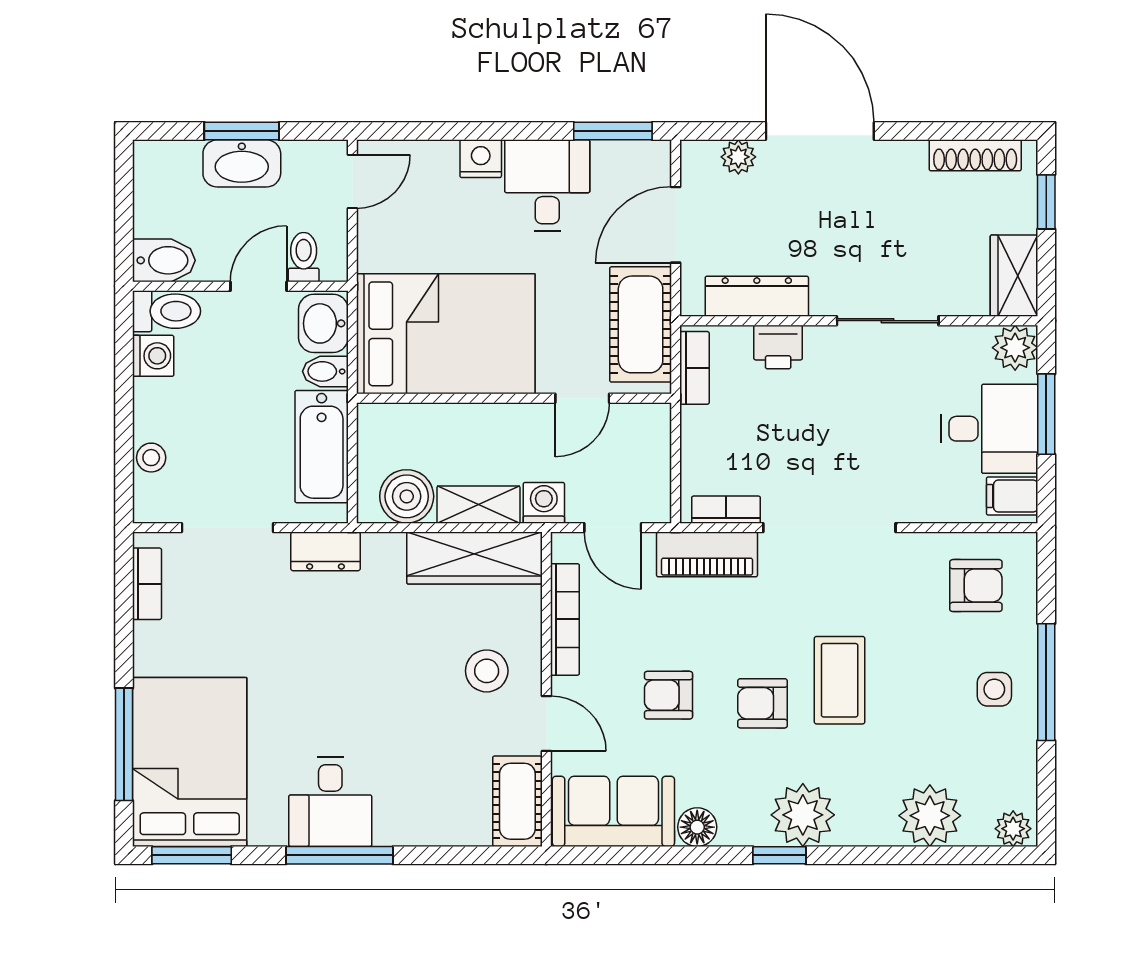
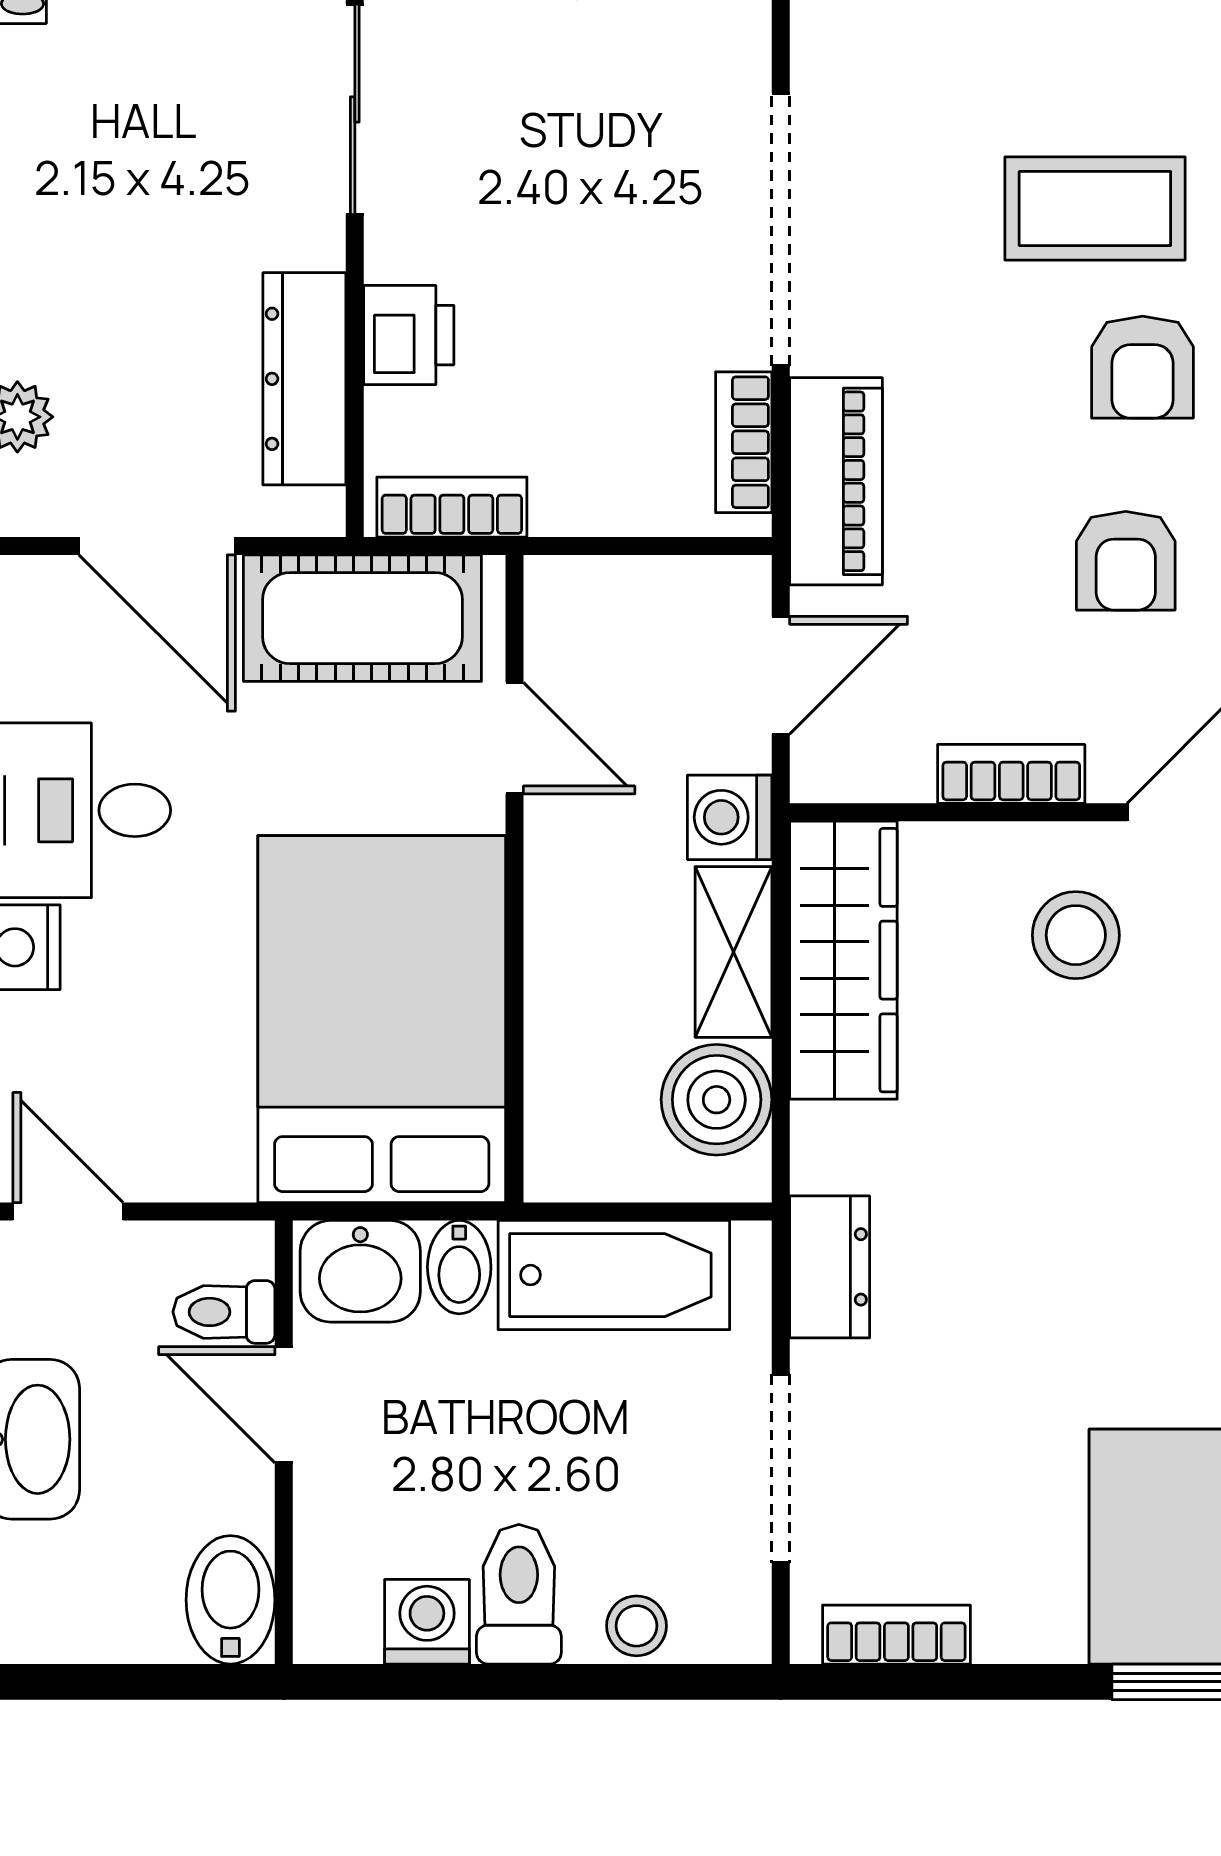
toilet: (166, 311) -> (519, 1594), moved
bookcase: (565, 619) -> (1011, 774), width x0.64

